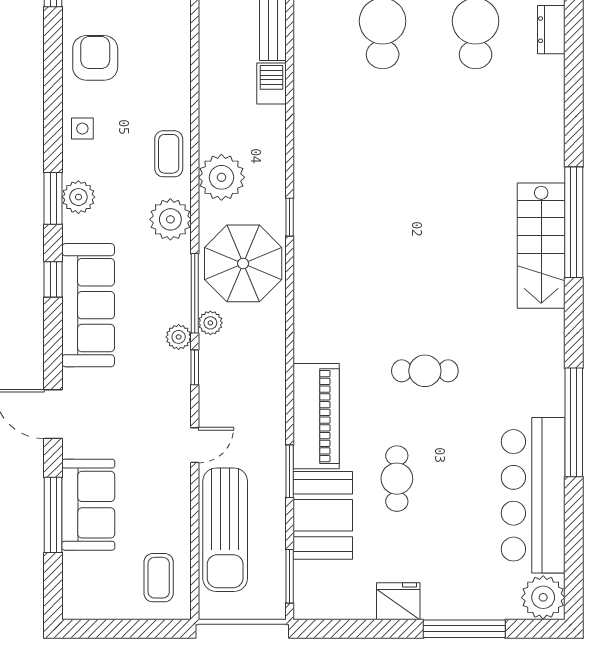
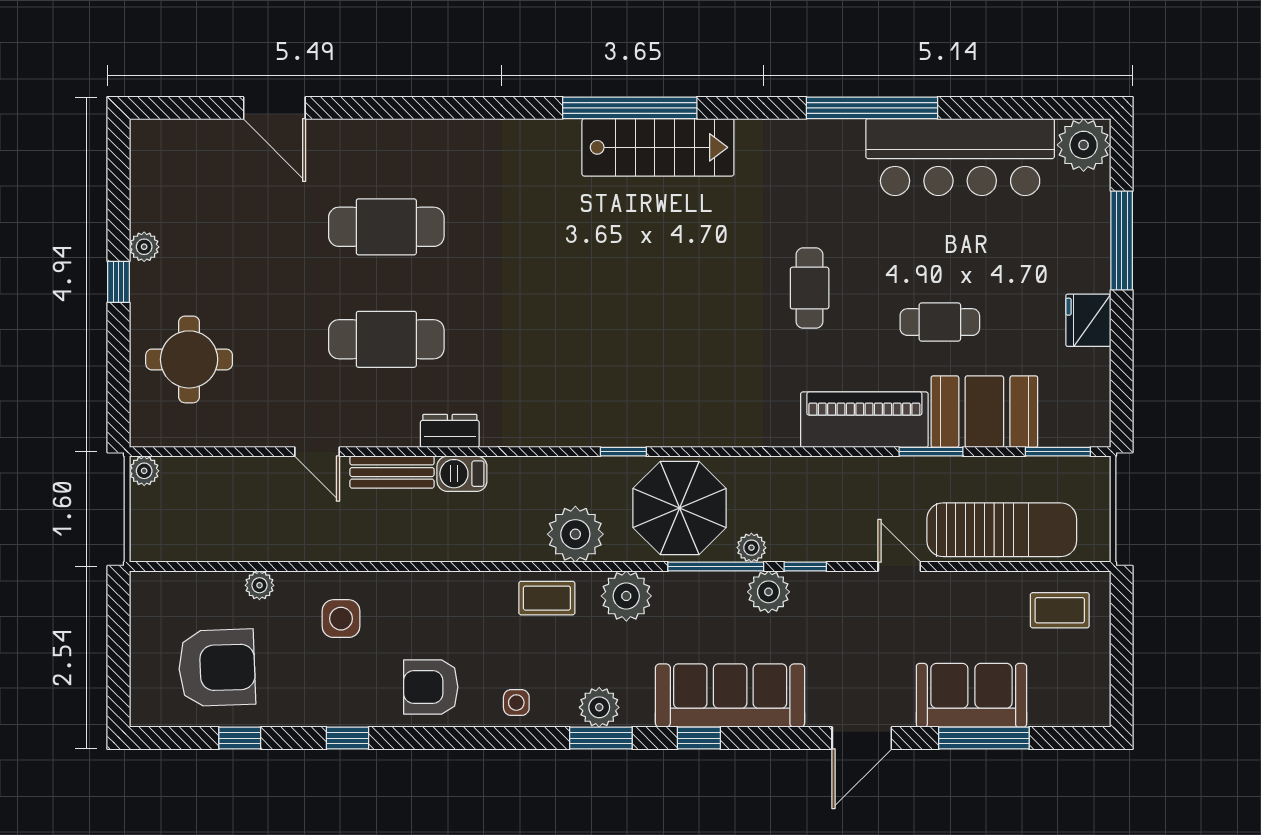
dresser: (551, 30) -> (450, 431), moved, turned 180
plant: (179, 337) -> (768, 592), width x1.38, depth x1.38

